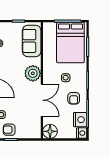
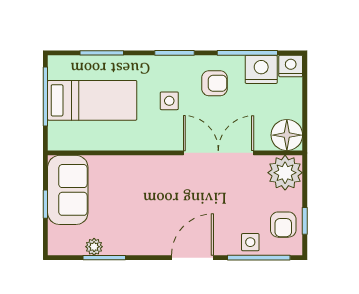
sofa: (32, 41) -> (68, 190), moved, turned -90
bed: (70, 42) -> (92, 100), width x0.67
plant: (33, 73) -> (285, 173), moved

